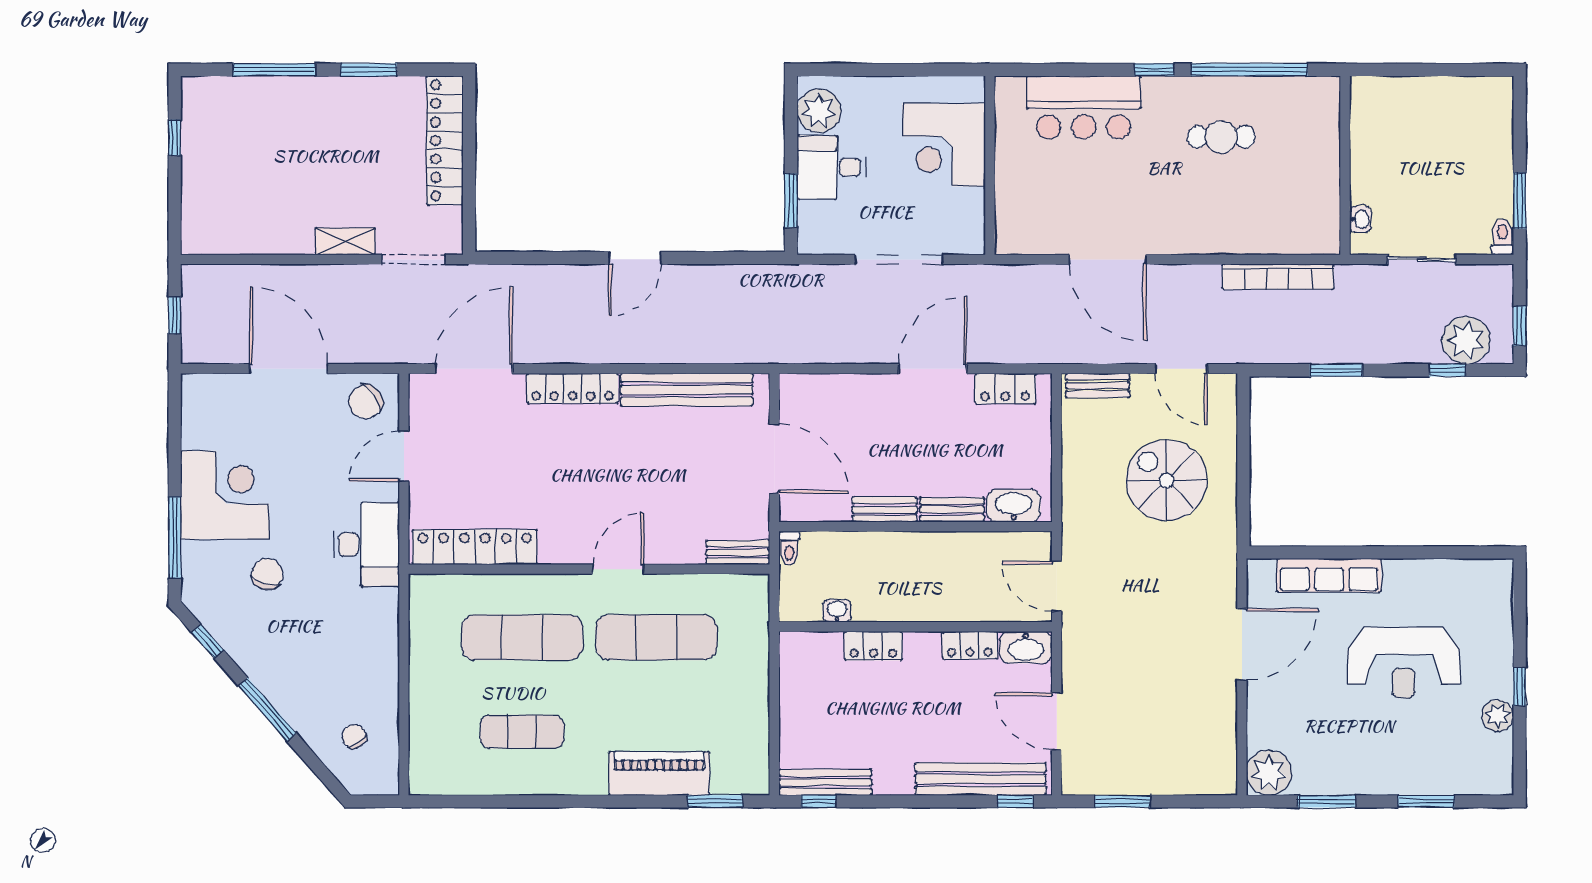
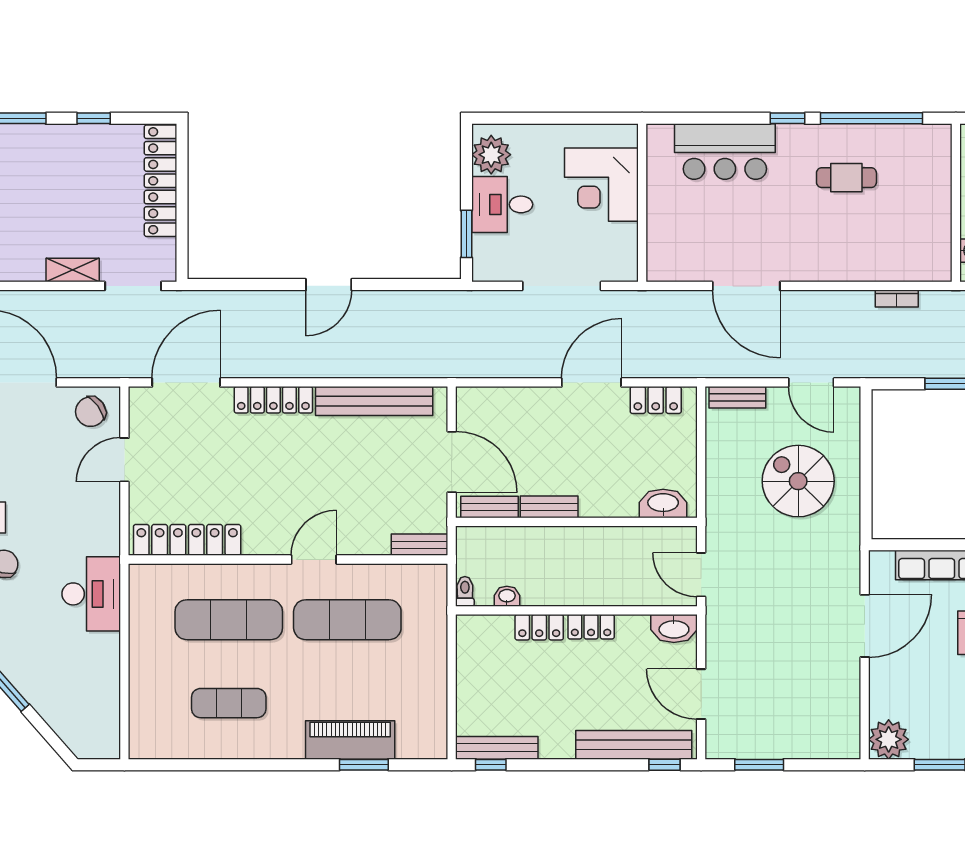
window: (369, 70) -> (94, 118), width x0.67
bookcase: (1278, 277) -> (897, 298), width x0.43, depth x0.76
bench: (952, 510) -> (490, 507), moved
desk: (366, 544) -> (91, 594), moved
toilet: (789, 548) -> (465, 591), moved, turned 180
locker: (970, 645) -> (591, 627), moved
chair: (354, 736) -> (80, 707), removed
window: (715, 801) -> (364, 765), moved

